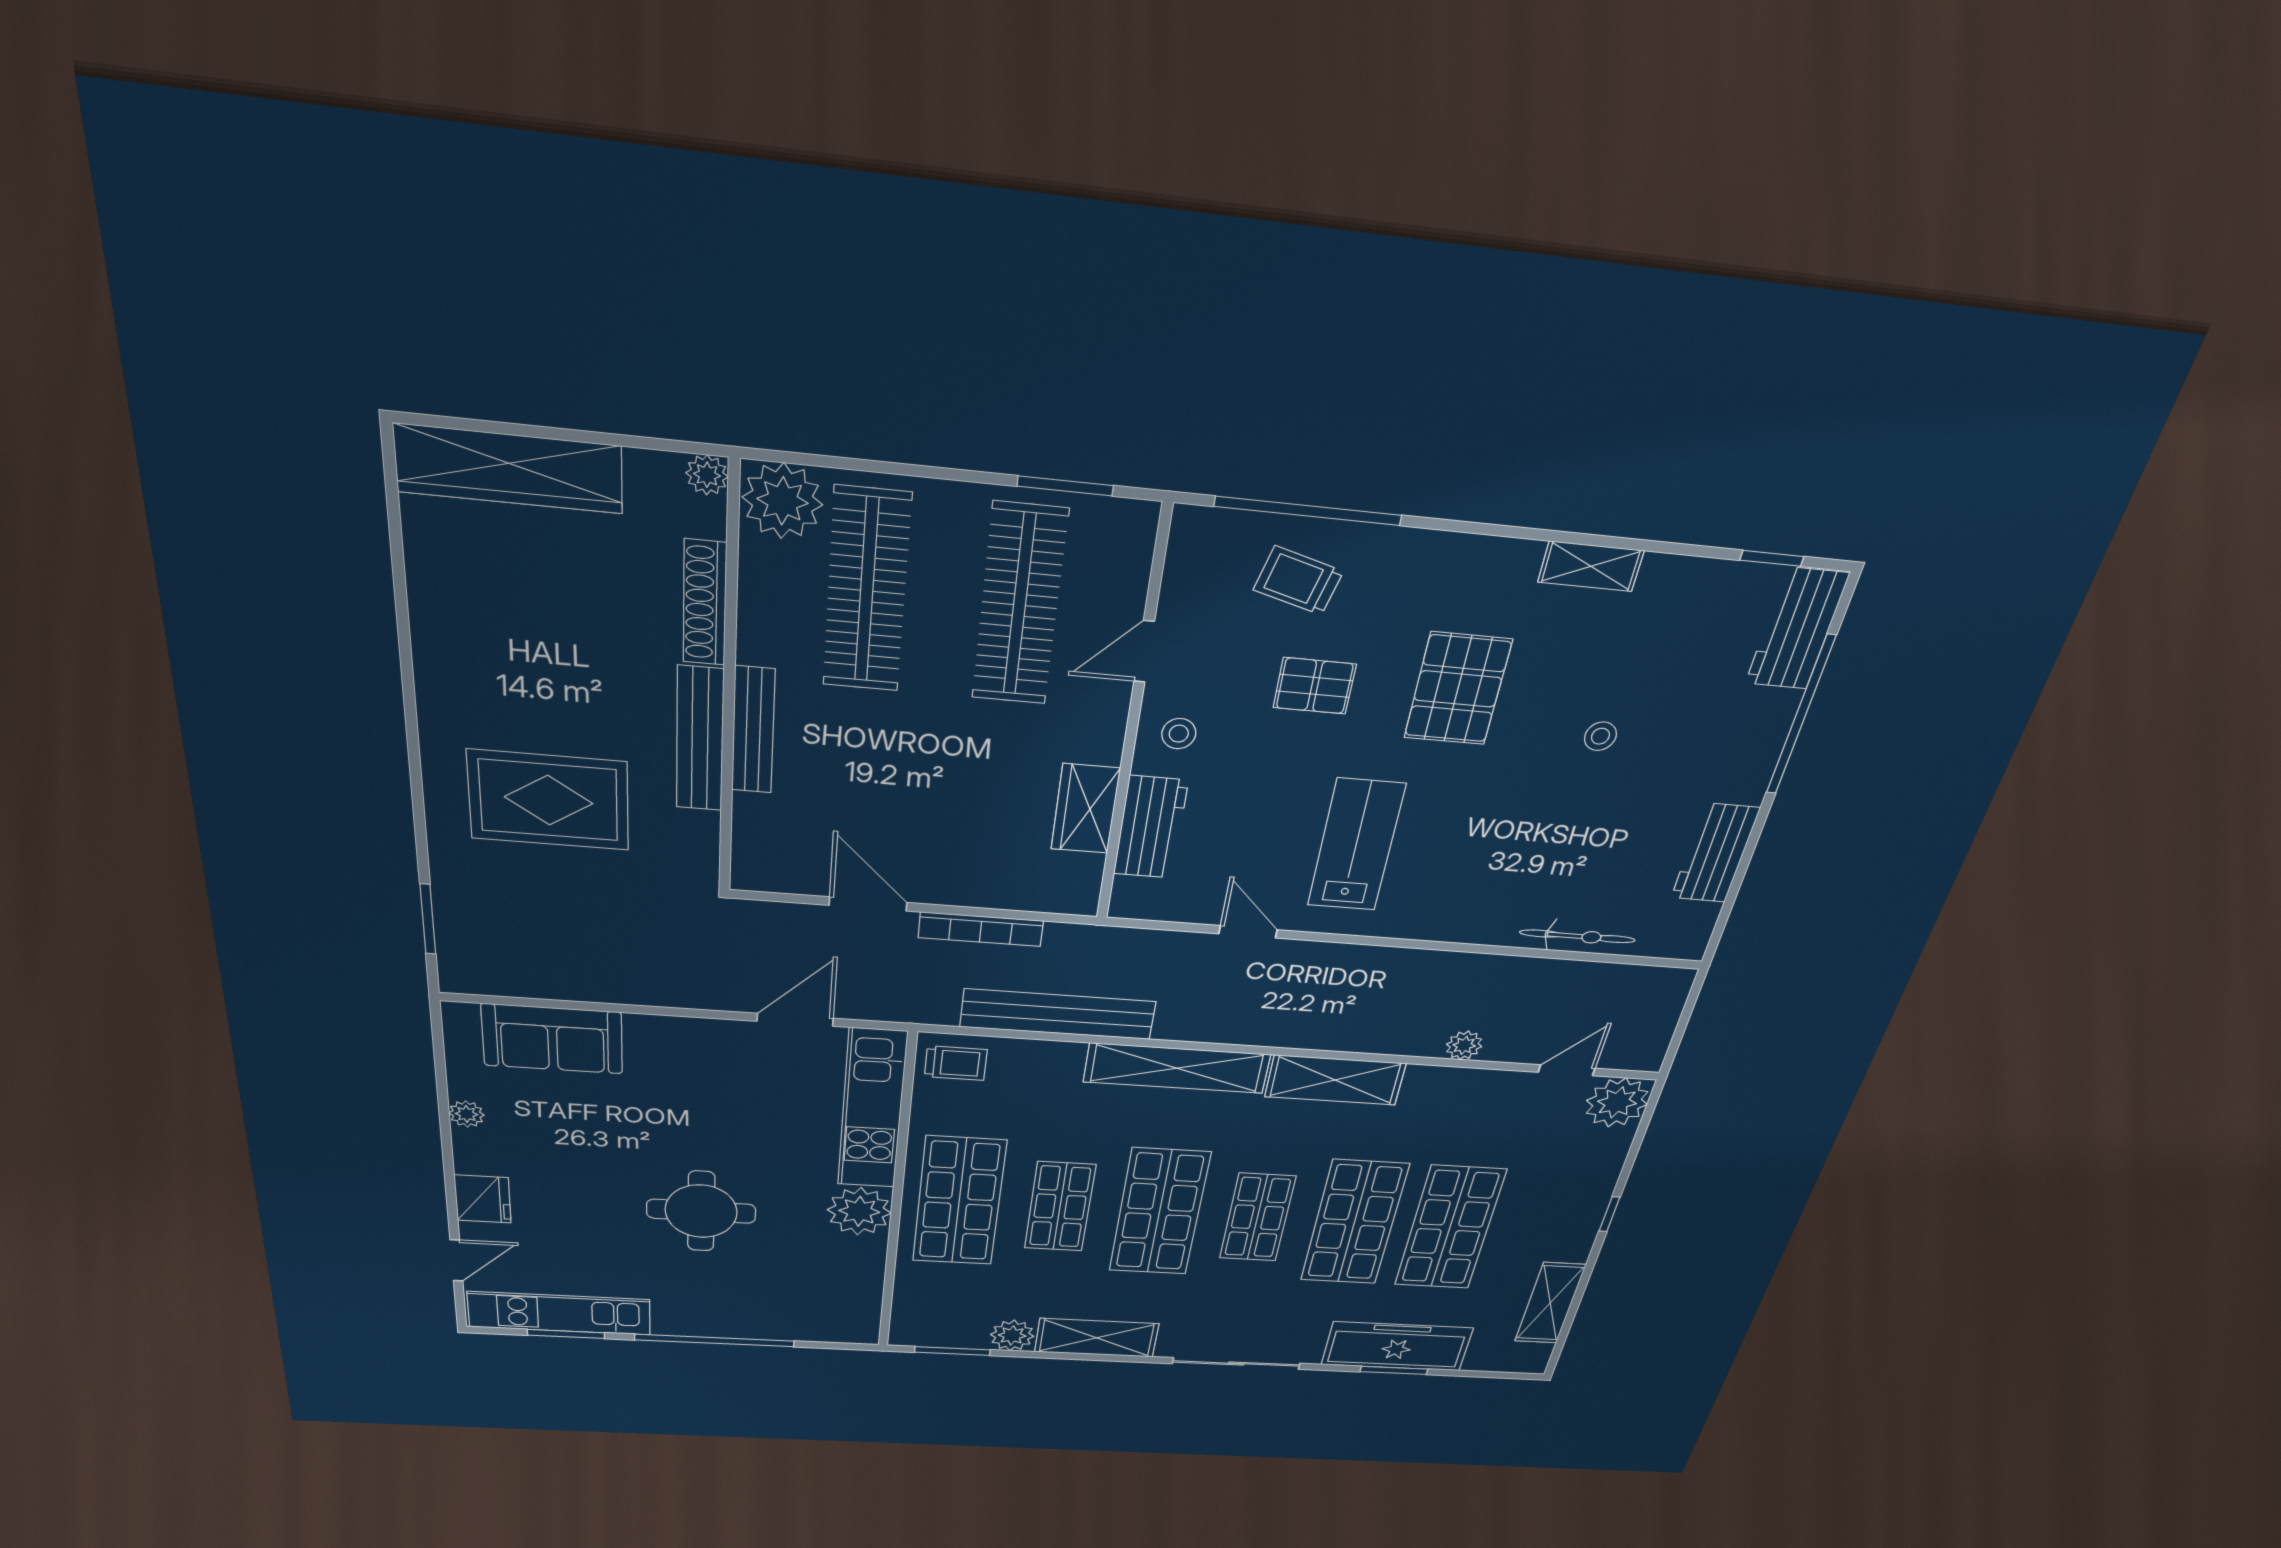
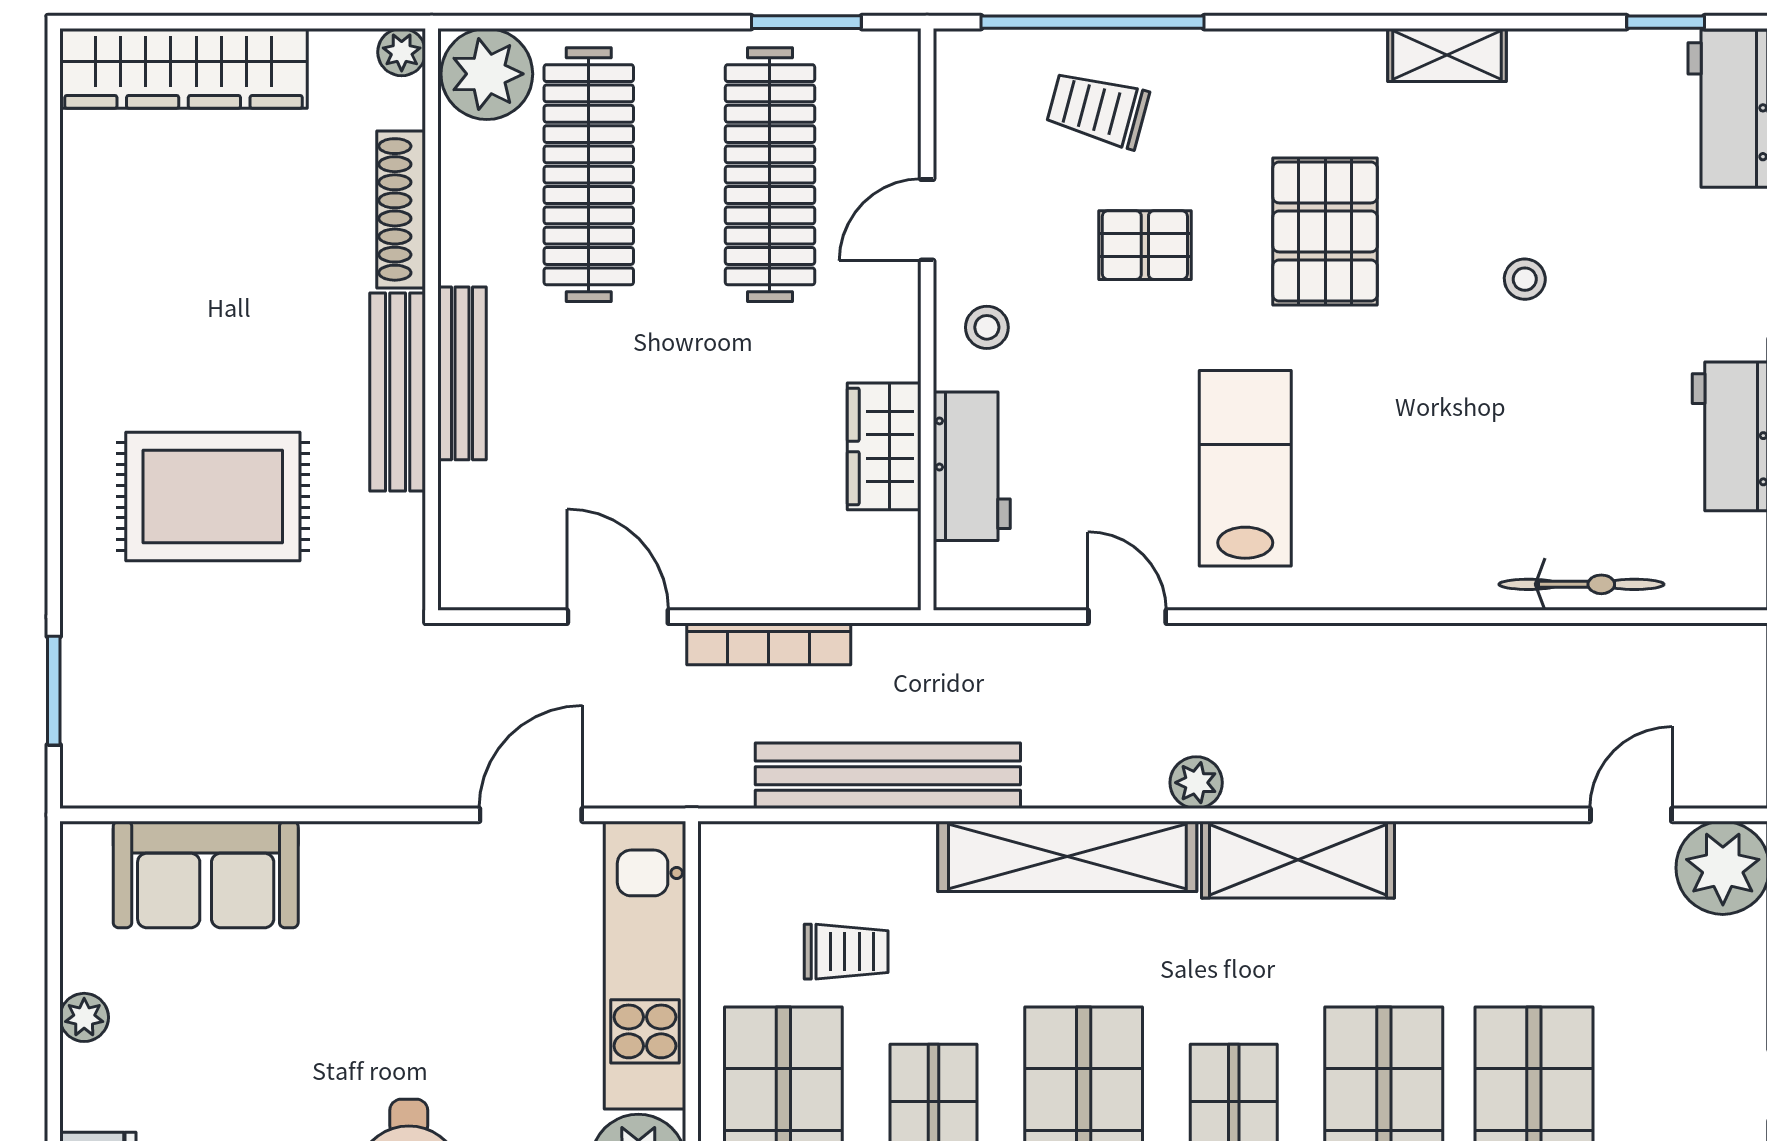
plant: (1464, 1045) -> (1196, 783), moved
trolley: (956, 1063) -> (846, 952), moved

